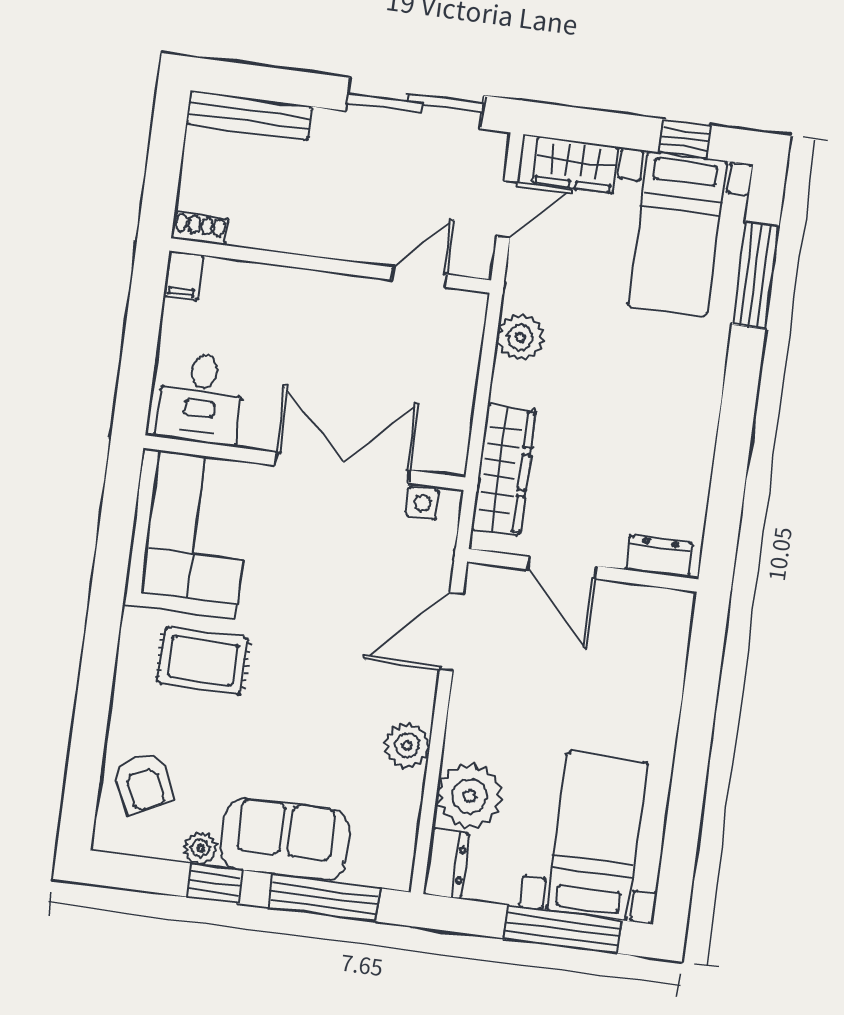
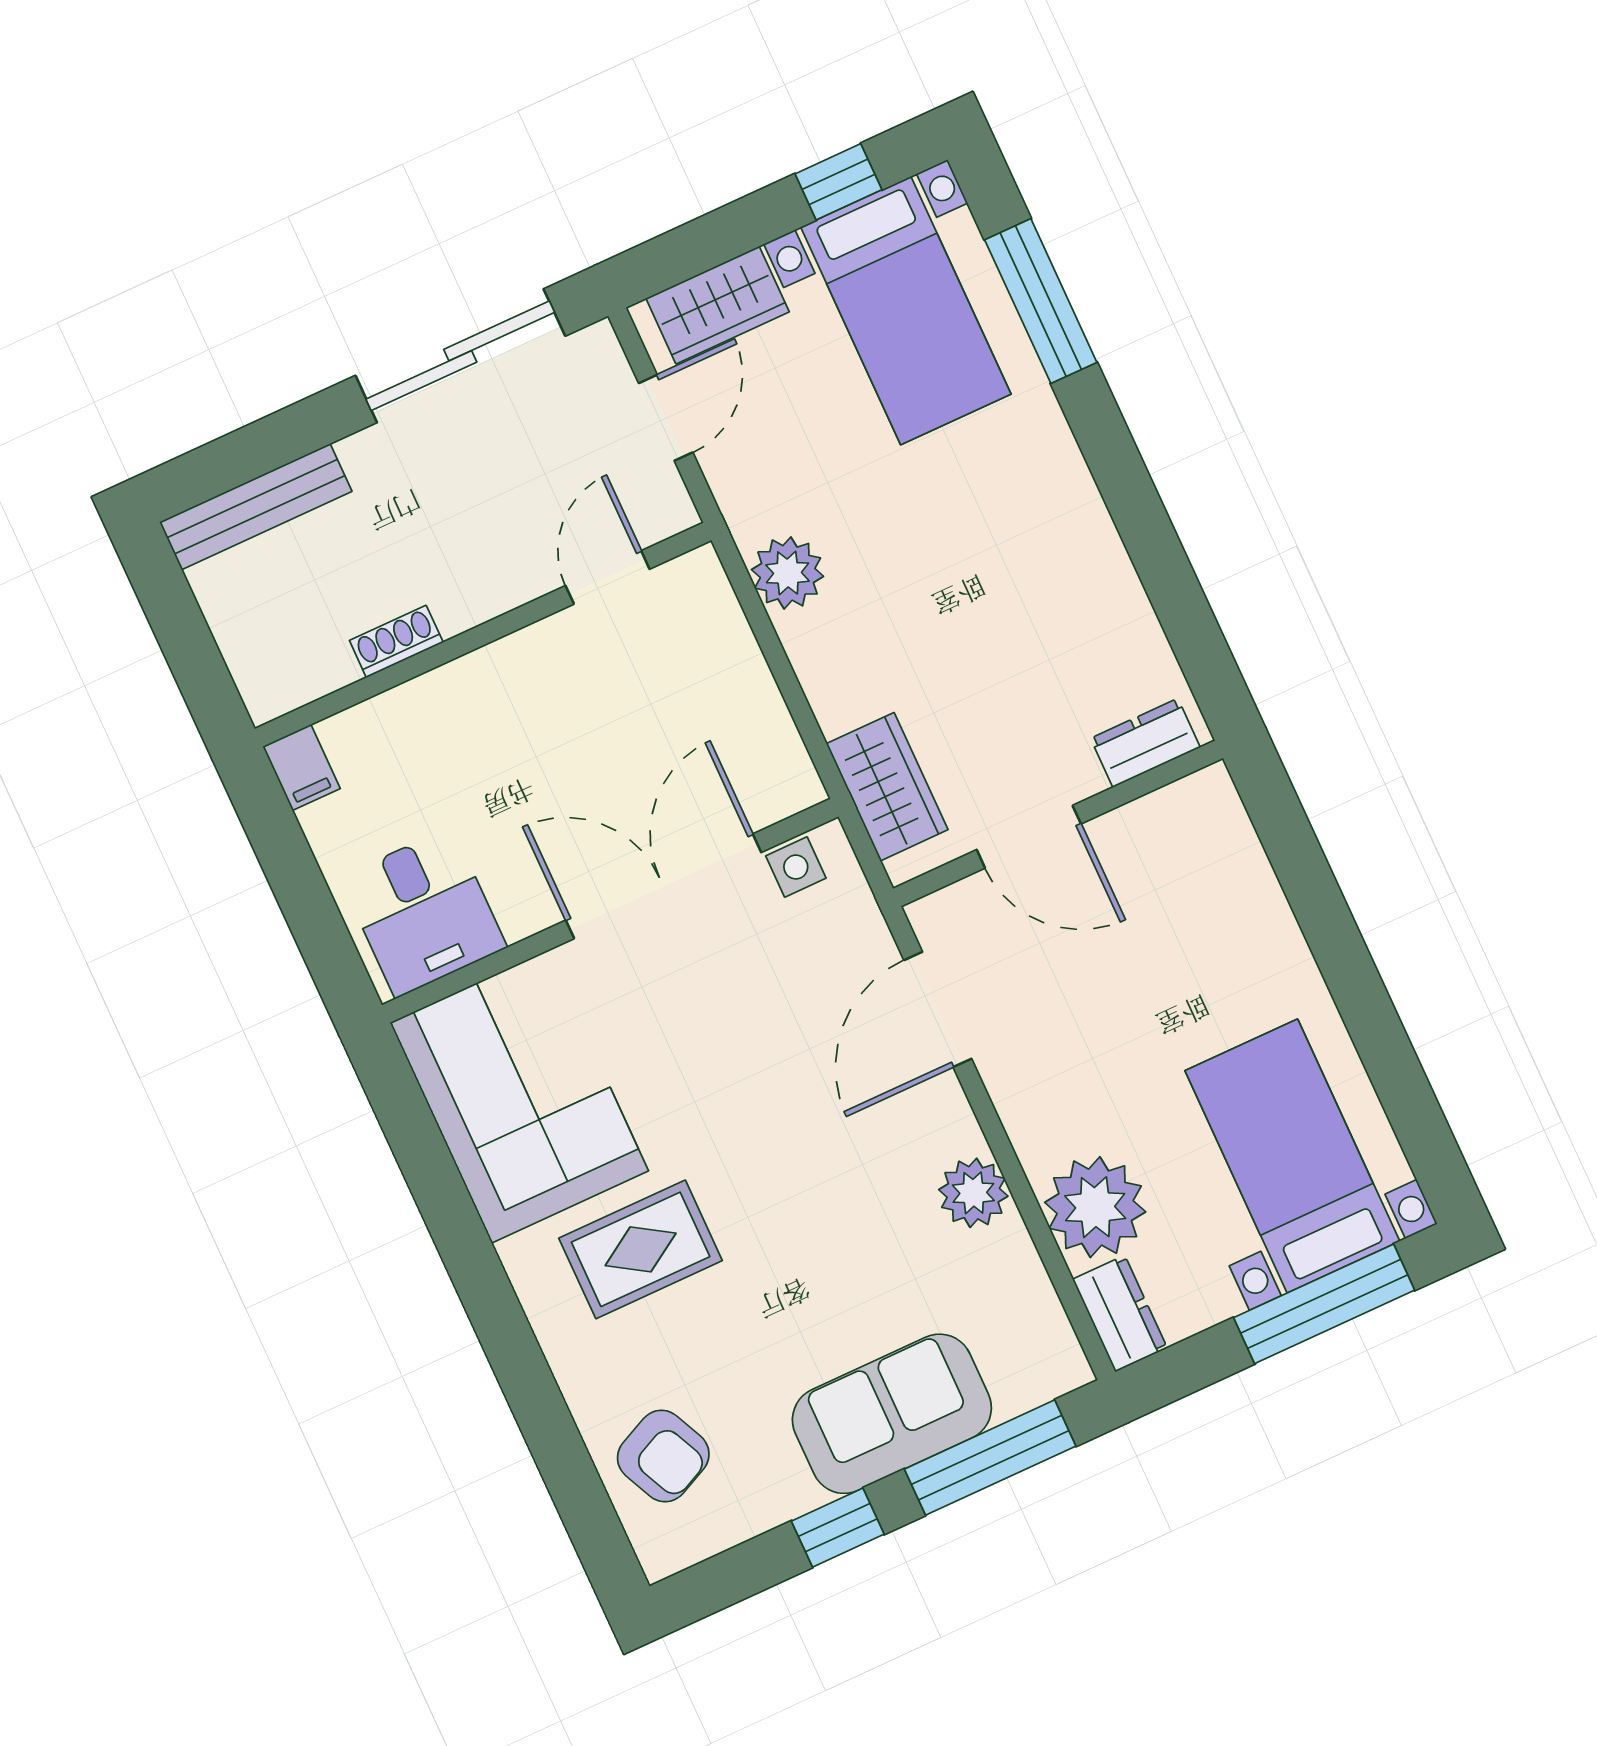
shoe rack: (200, 228) -> (396, 641), moved
wardrobe: (504, 470) -> (887, 787), width x0.67
plant: (201, 848) -> (790, 1494), removed

